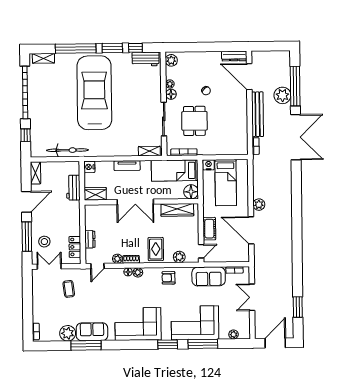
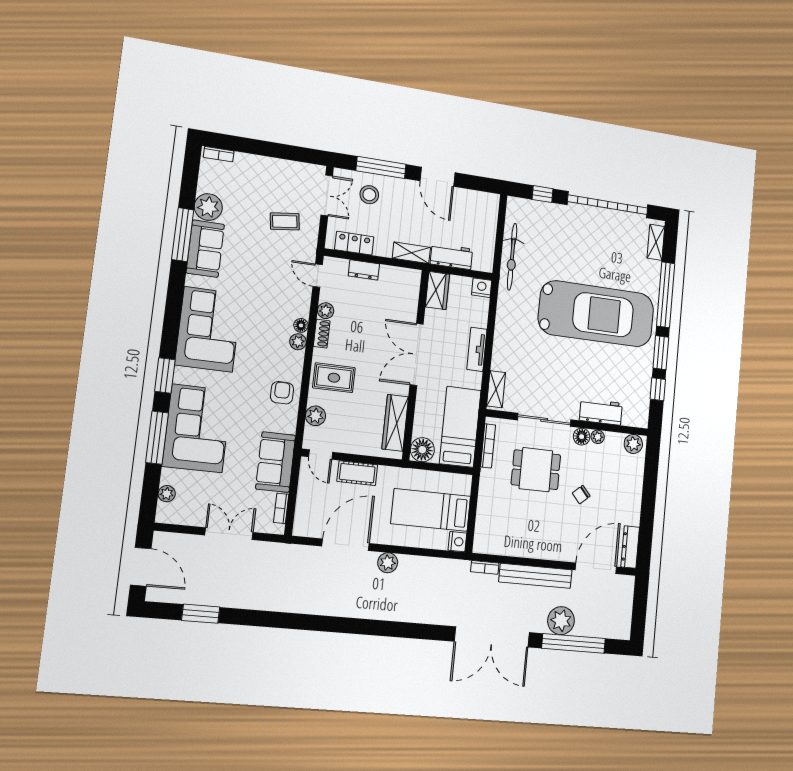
workbench: (146, 59) -> (601, 412), moved, turned 90
nightstand: (209, 165) -> (457, 542), moved
shelving: (36, 173) -> (411, 253), moved

